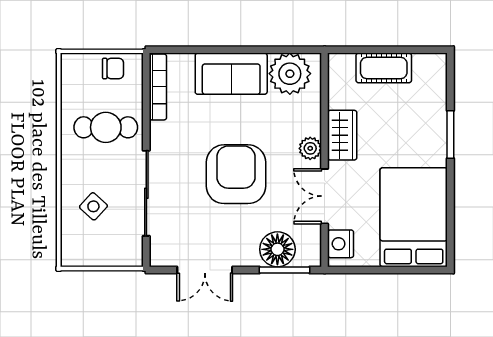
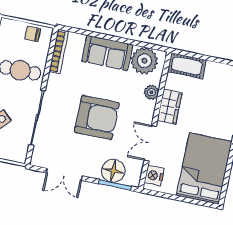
cot: (384, 68) -> (187, 66), moved
chair: (113, 69) -> (33, 34), turned 180
plant: (310, 148) -> (151, 92), moved
armchair: (236, 174) -> (97, 117), turned 90

